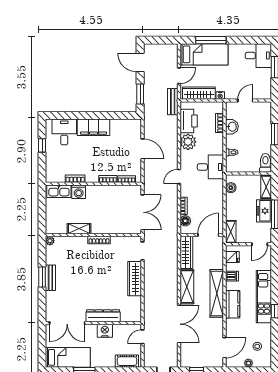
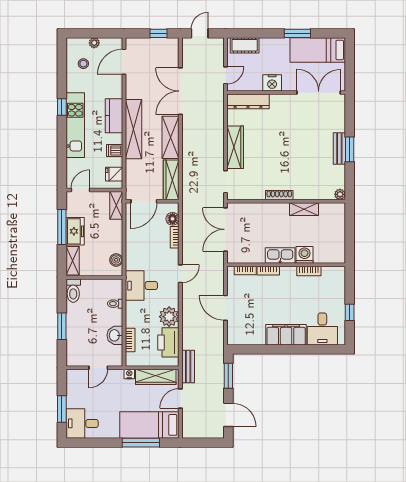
kitchen sink: (59, 191) -> (280, 256), moved
dresser: (103, 316) -> (248, 101), moved

